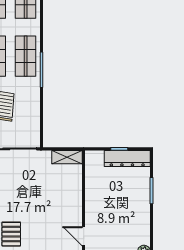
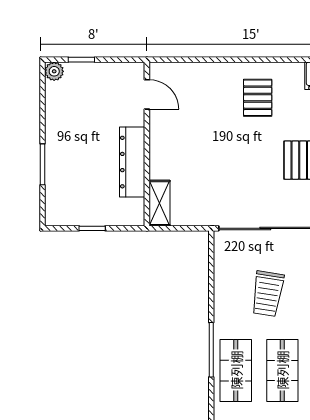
shelving: (67, 157) -> (159, 203), moved, turned 90
dresser: (127, 158) -> (132, 162), moved, turned -90

